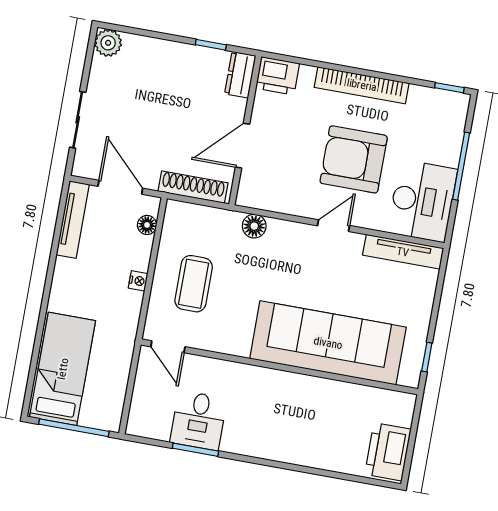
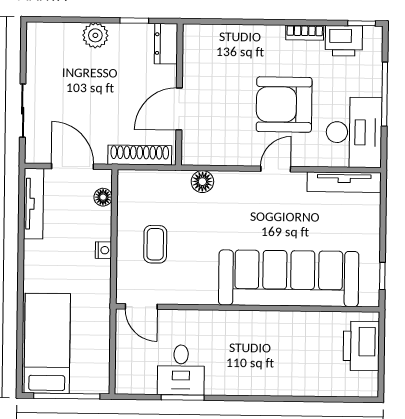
plant: (108, 43) -> (95, 35), moved
printer: (278, 76) -> (344, 41), moved
bookcase: (362, 85) -> (305, 33), width x0.43, depth x0.76
coffee table: (194, 284) -> (155, 244), width x0.73, depth x0.77
printer: (388, 452) -> (361, 346), moved

